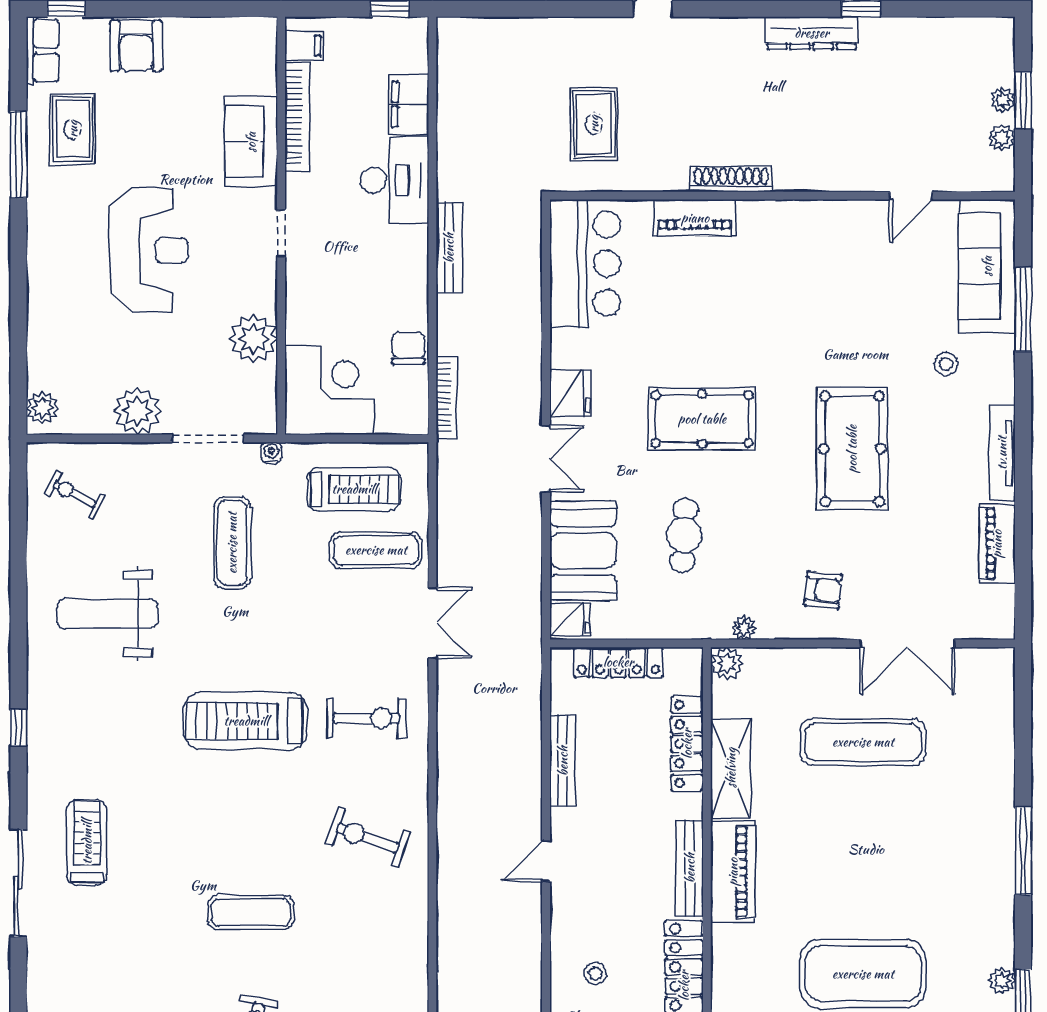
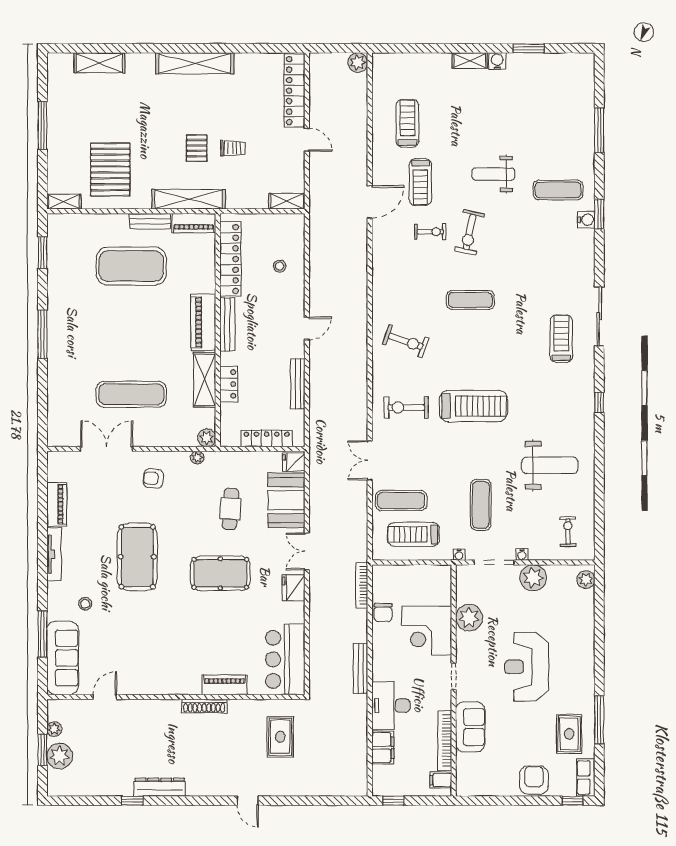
plant: (1003, 100) -> (60, 756), width x1.88, depth x1.88
corner desk: (329, 390) -> (427, 631), moved
water cooler: (158, 453) -> (522, 555), added
exercise bike: (75, 494) -> (568, 531), turned -119
locker: (687, 744) -> (229, 384), width x0.66
treadmill: (87, 842) -> (561, 339), turned 180
plant: (1002, 981) -> (54, 262), removed

